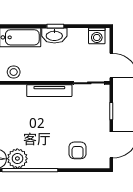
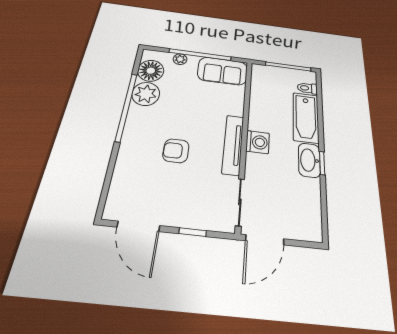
washing machine: (97, 36) -> (258, 142), moved, turned 180
stool: (14, 72) -> (261, 104), removed
armchair: (78, 150) -> (176, 151), moved

